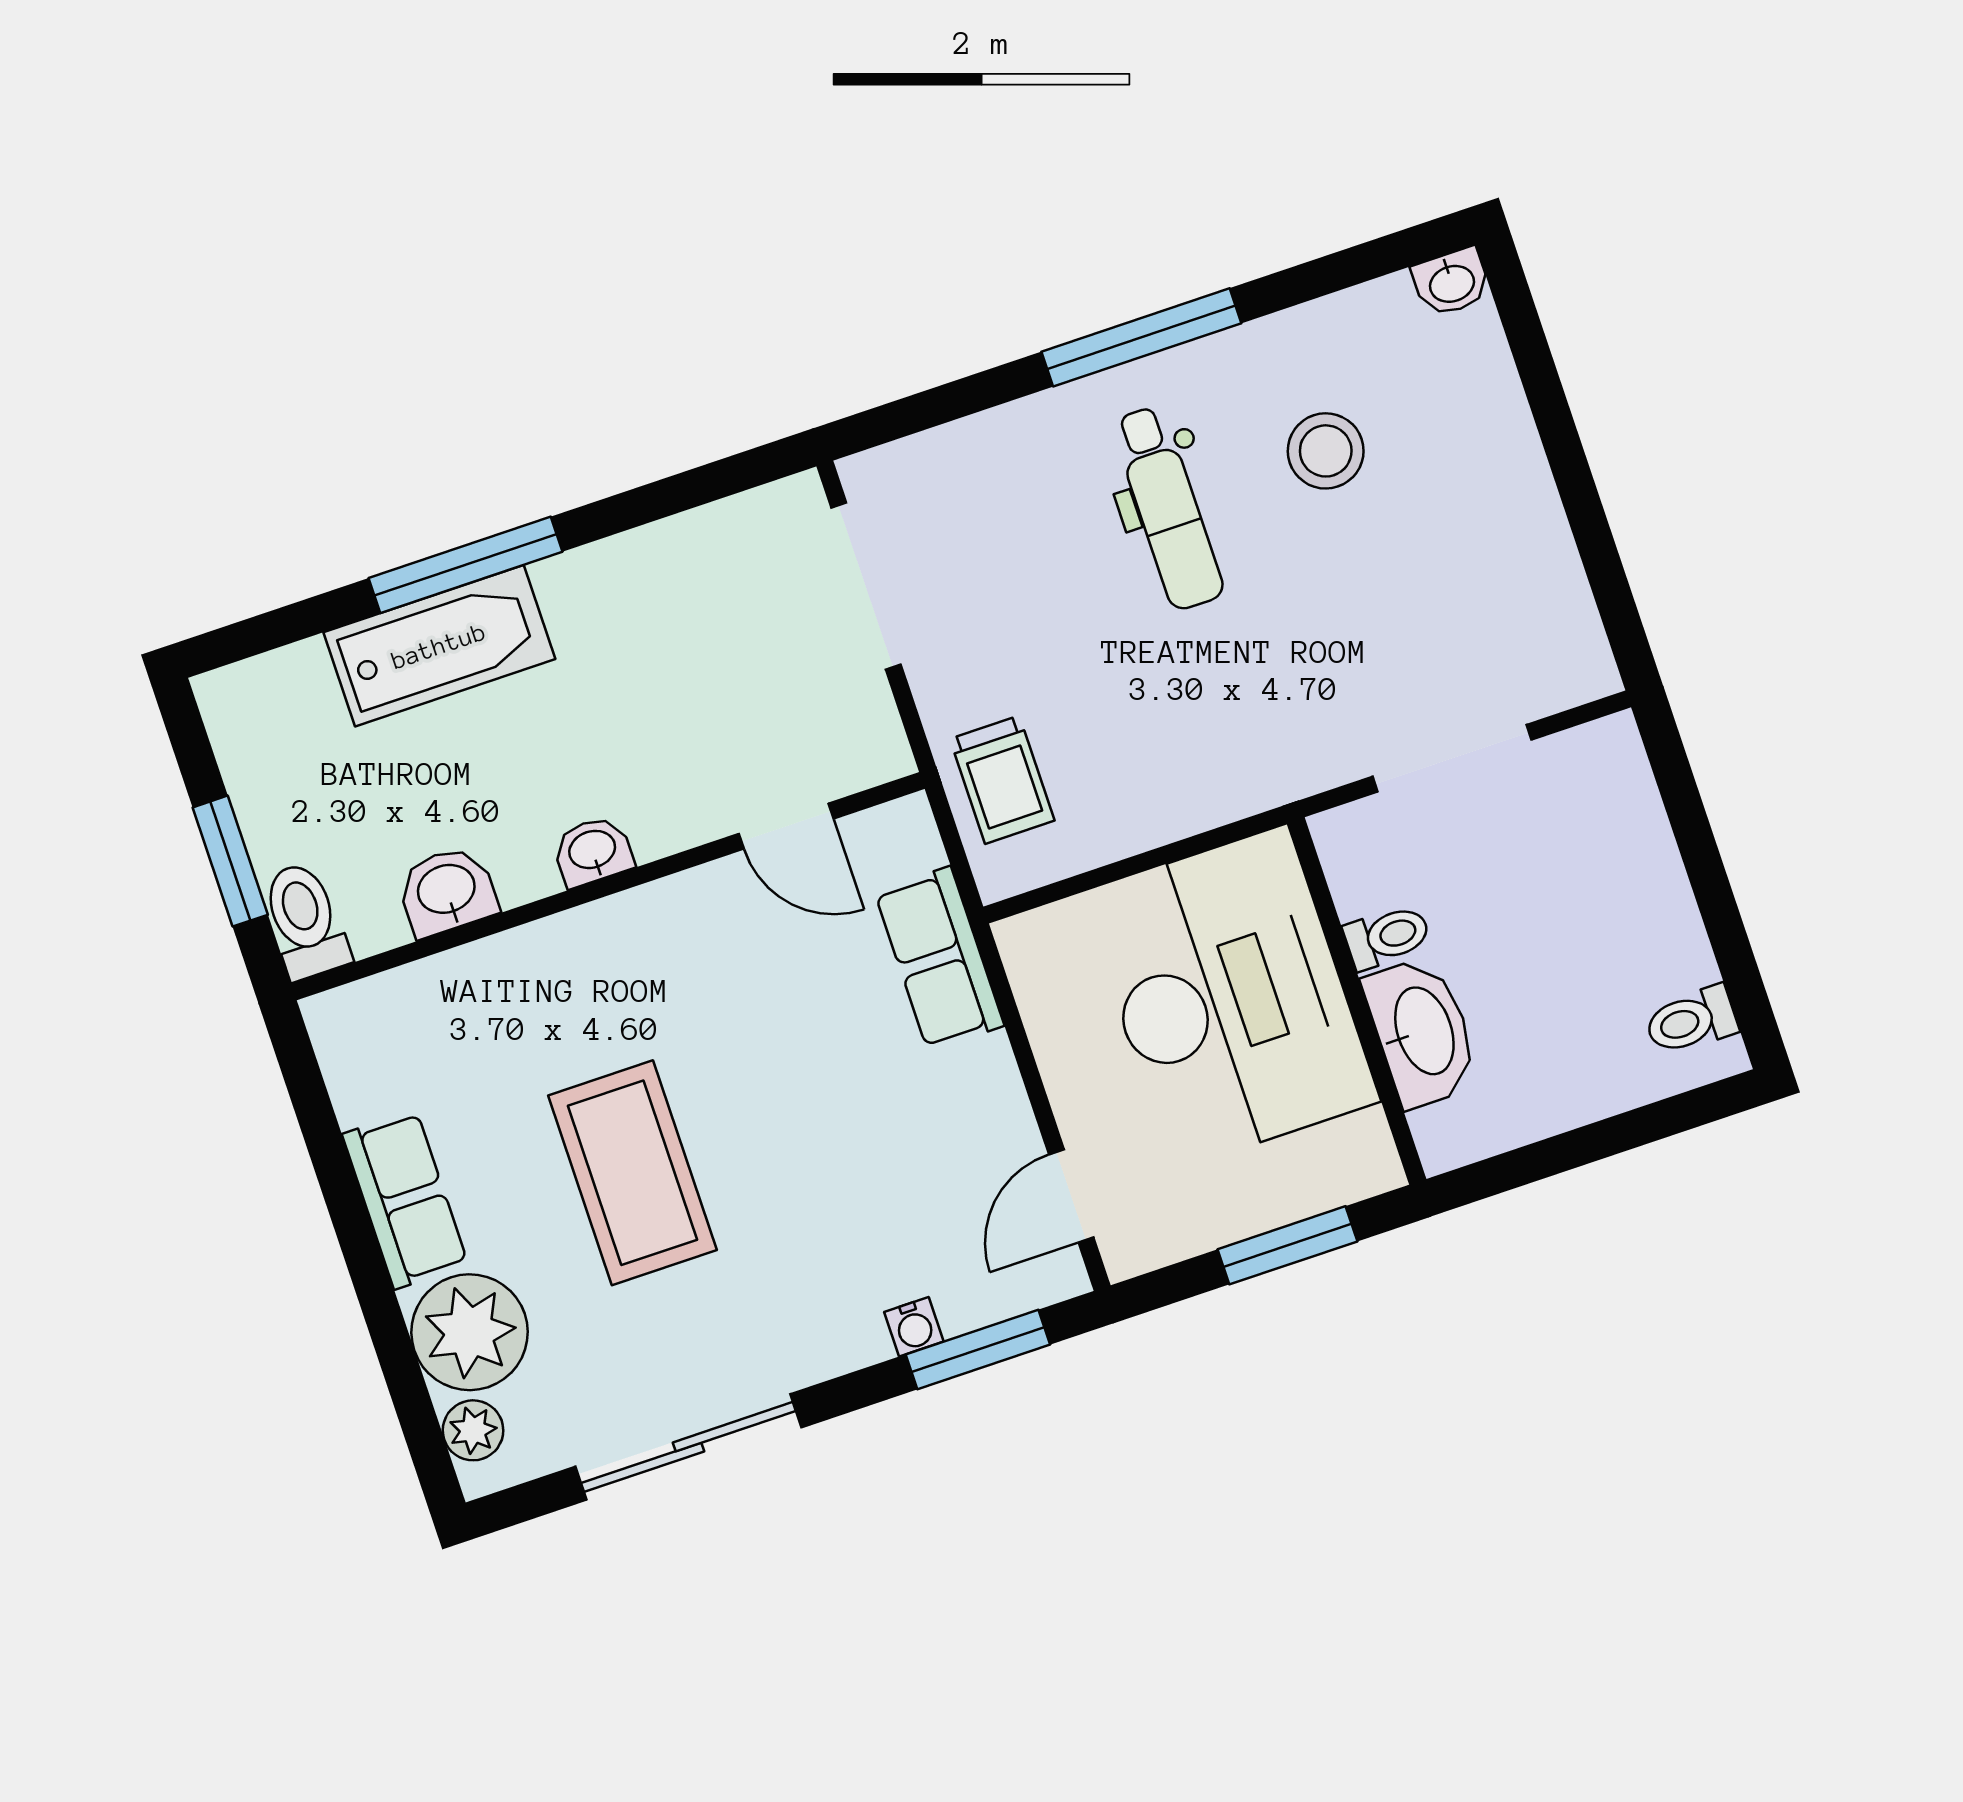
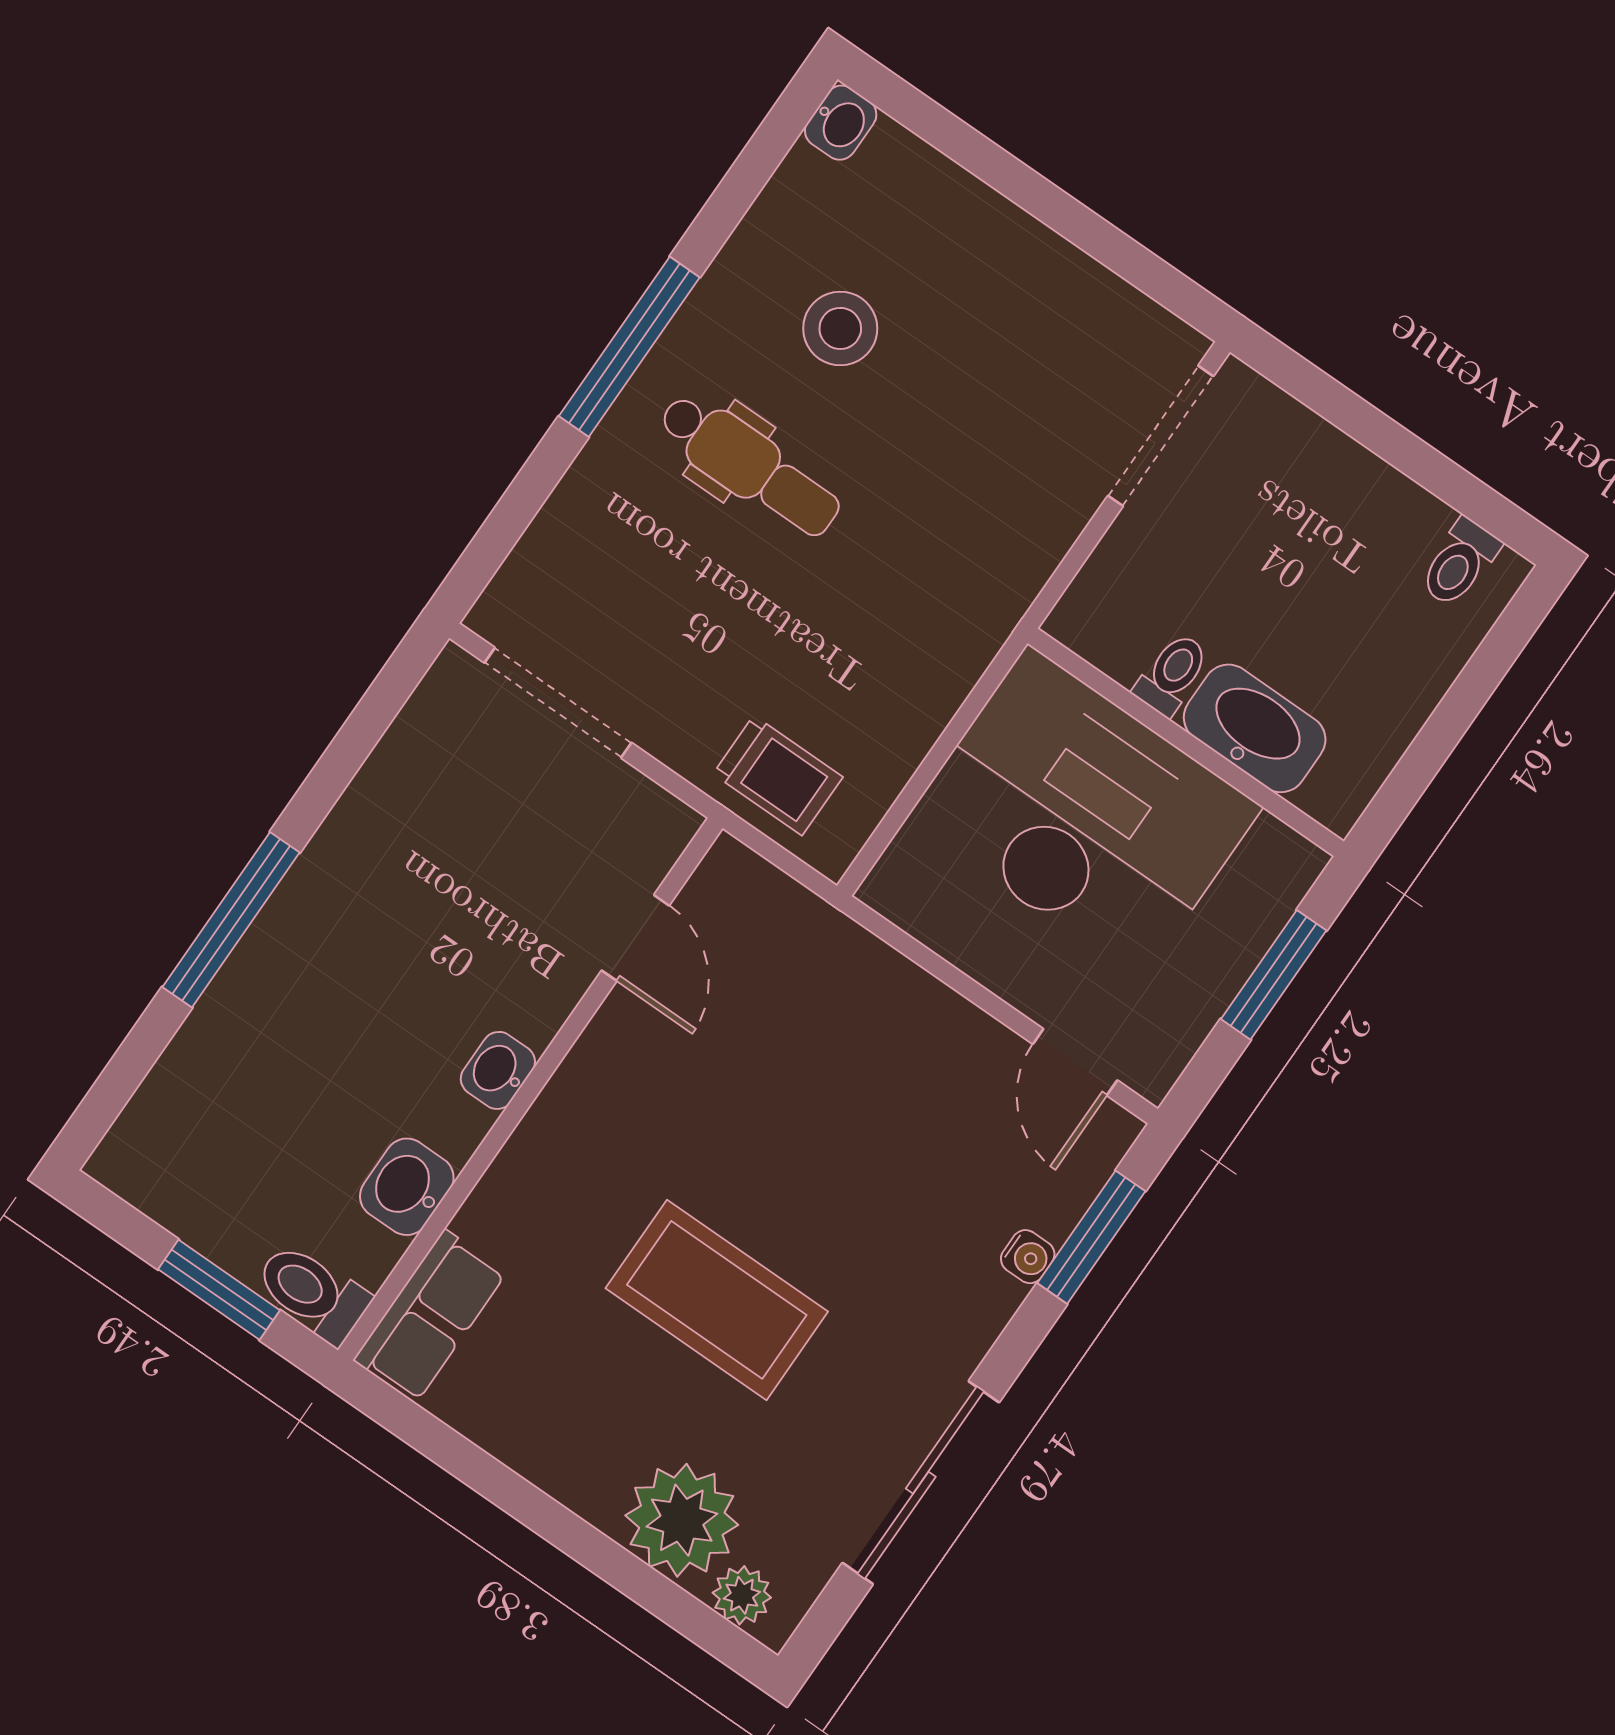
bathtub: (439, 646) -> (258, 999), removed
doorway: (1452, 758) -> (1161, 436), moved
door: (786, 826) -> (635, 938), hinge flipped
row of seats: (939, 959) -> (833, 953), removed
row of seats: (405, 1199) -> (430, 1316), moved, turned 90

